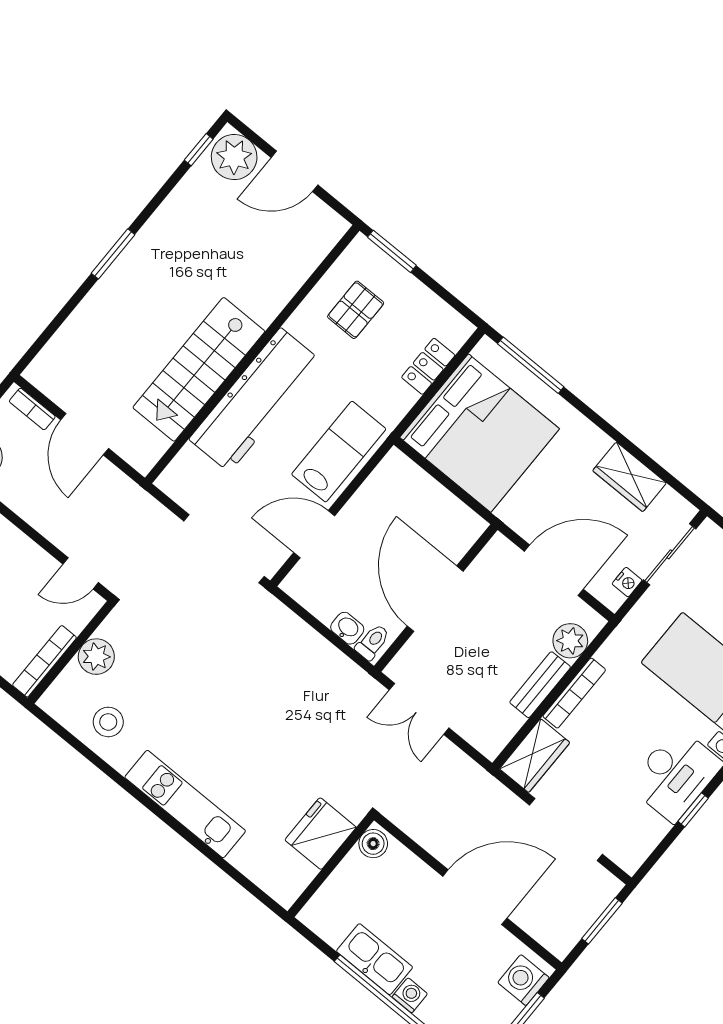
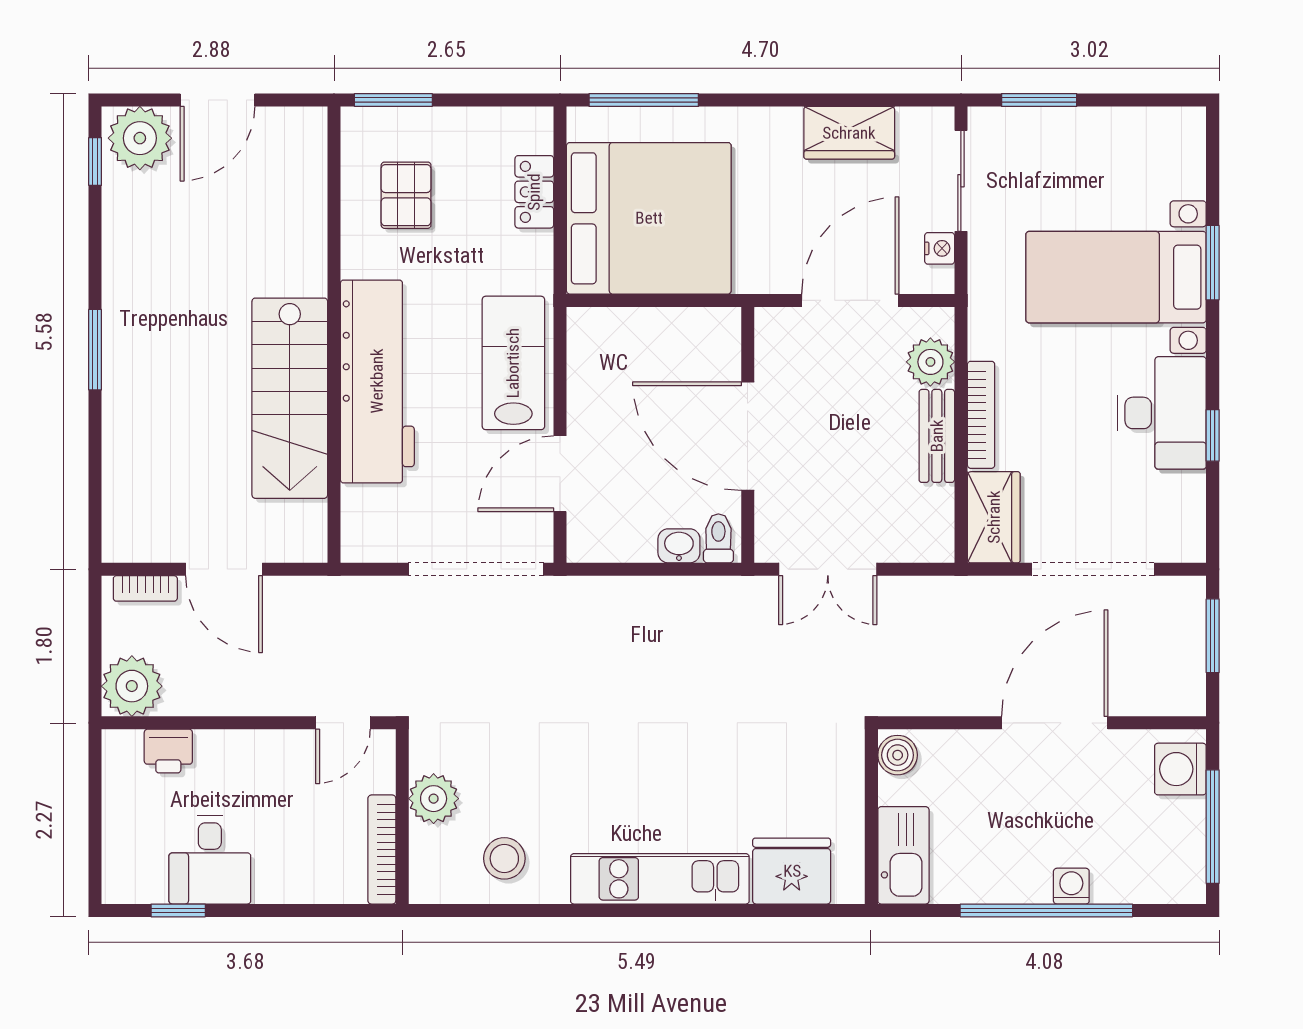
fridge: (321, 834) -> (792, 871), moved, turned 90
kitchen sink: (375, 959) -> (903, 855), moved, turned 90

